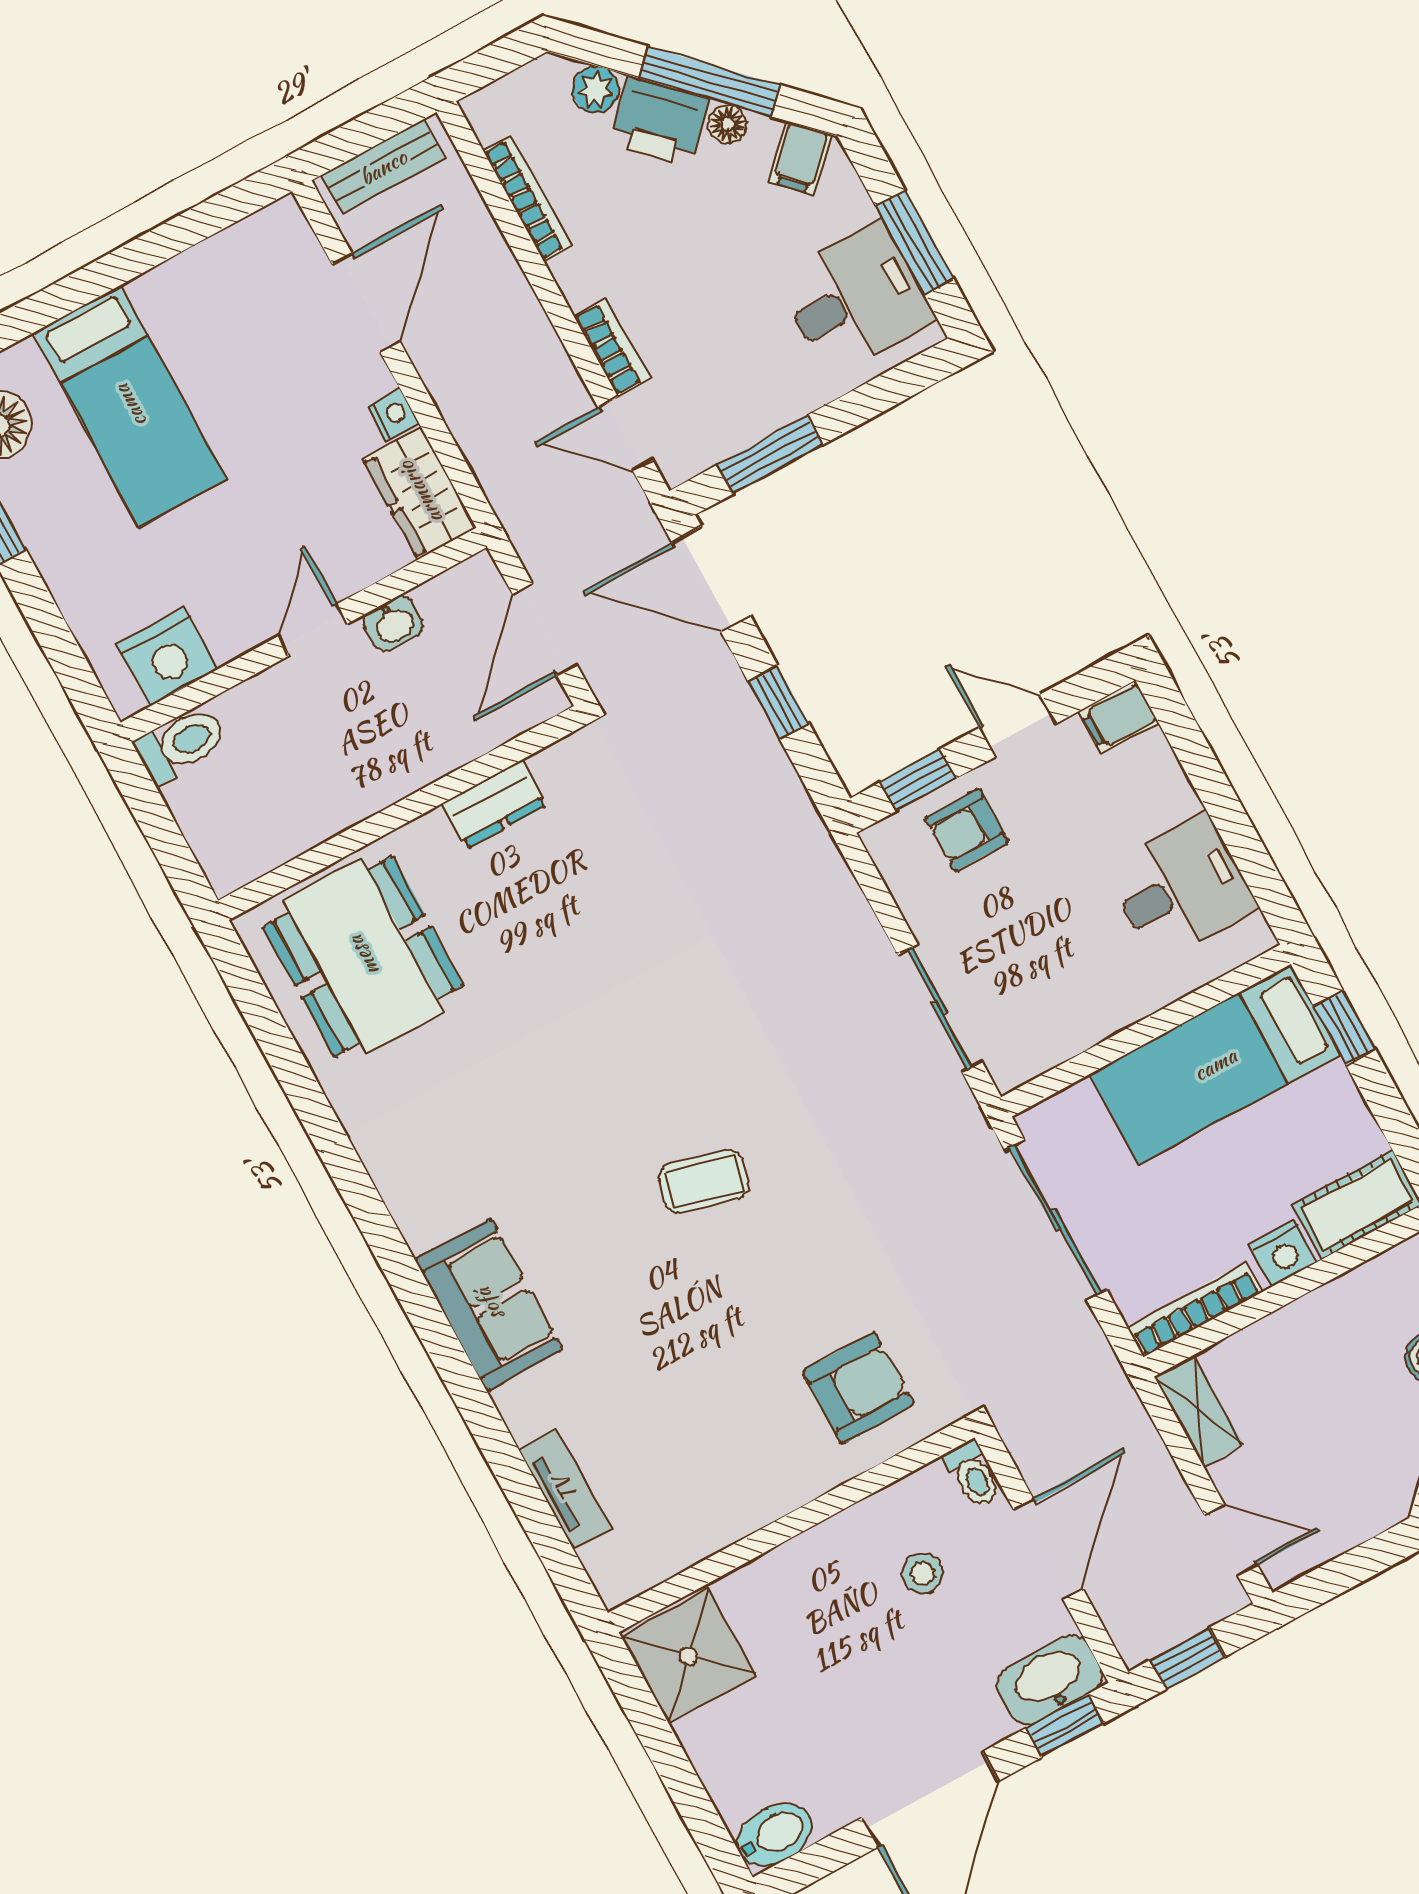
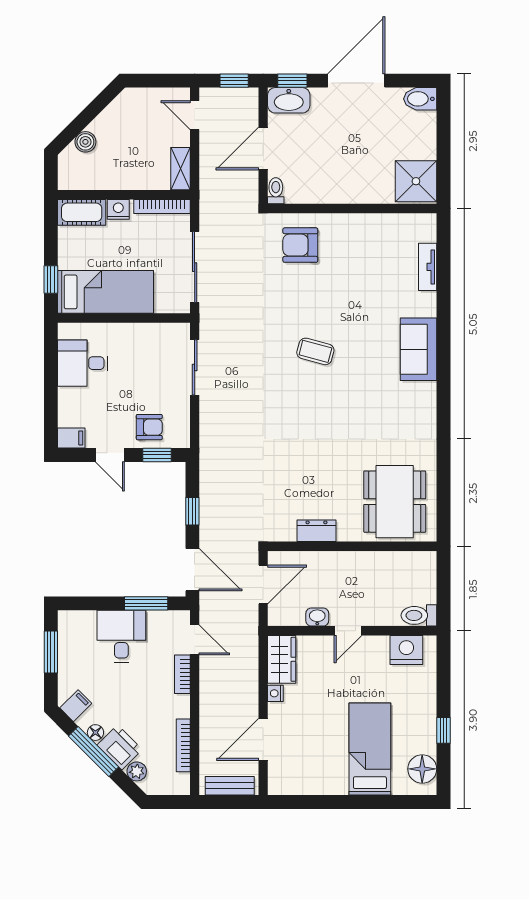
desk: (855, 299) -> (121, 636), moved, turned 90
stool: (923, 1573) -> (314, 165), removed

